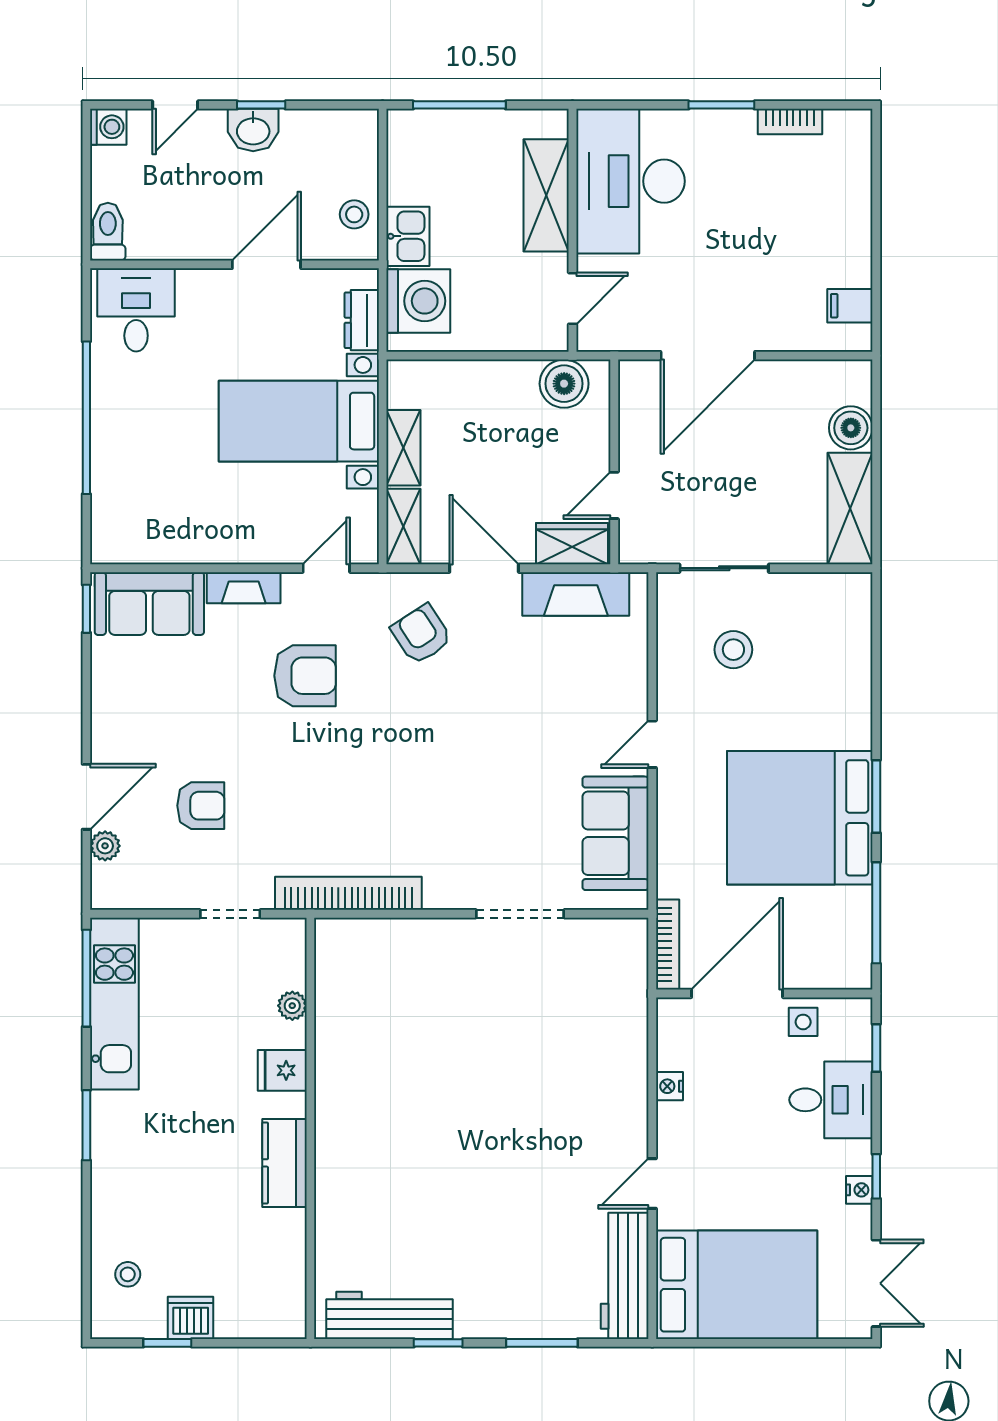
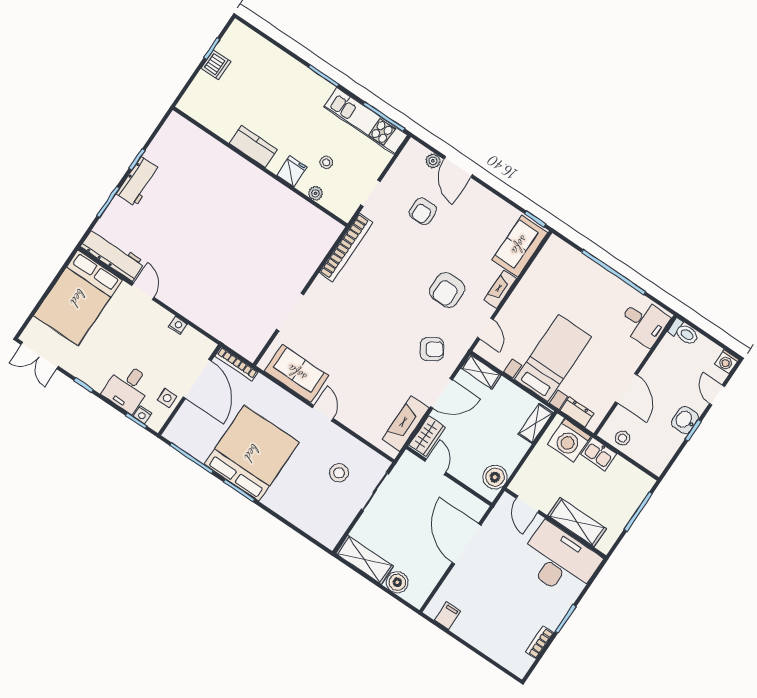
shelving: (403, 448) -> (536, 423), moved, turned 90
nightstand: (859, 1190) -> (142, 415), moved
stool: (128, 1274) -> (326, 162), moved
workbench: (389, 1315) -> (138, 182), moved, width x0.73

